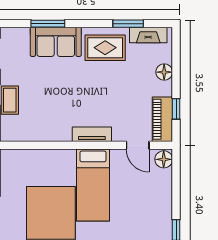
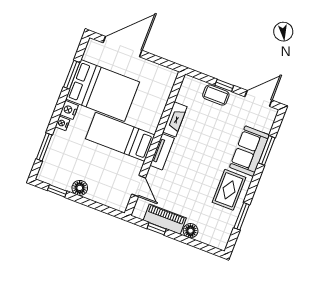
fireplace: (148, 35) -> (175, 119), moved, turned 180
piano: (162, 119) -> (165, 219), moved
door: (138, 145) -> (139, 186), swing flipped
floor lamp: (164, 159) -> (80, 188), moved

